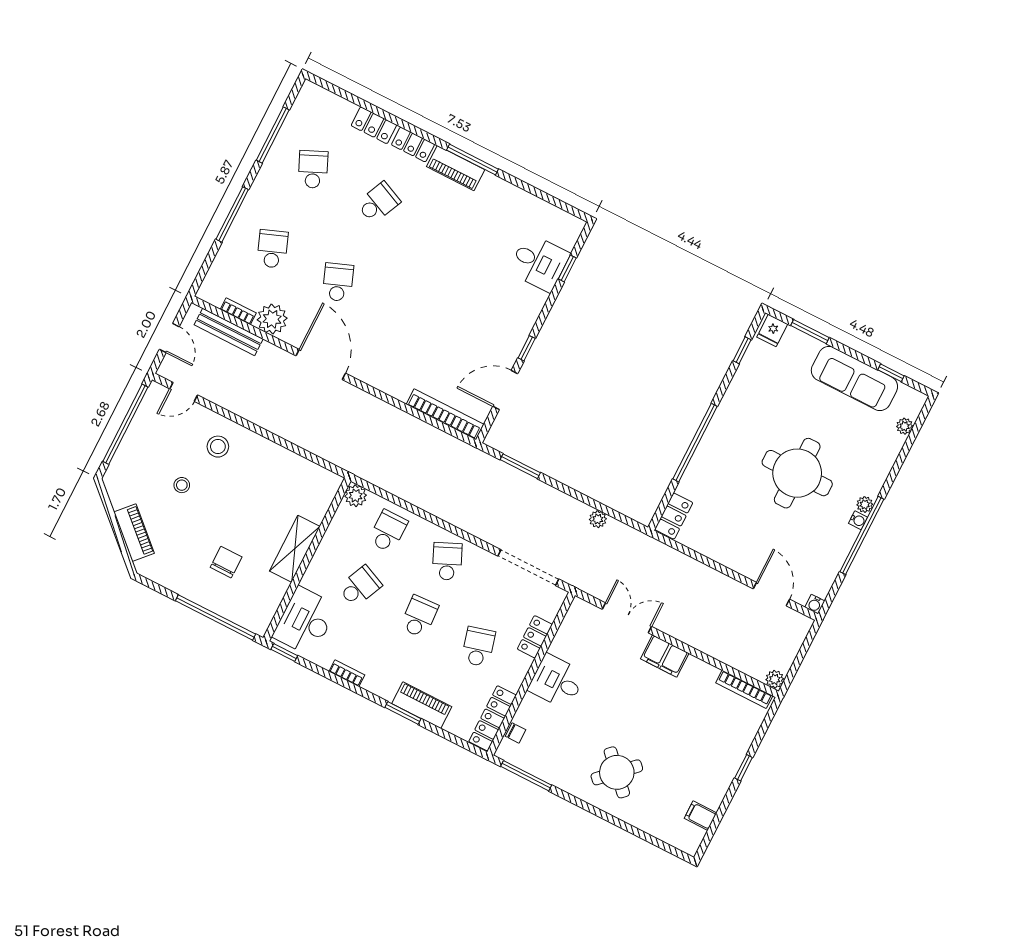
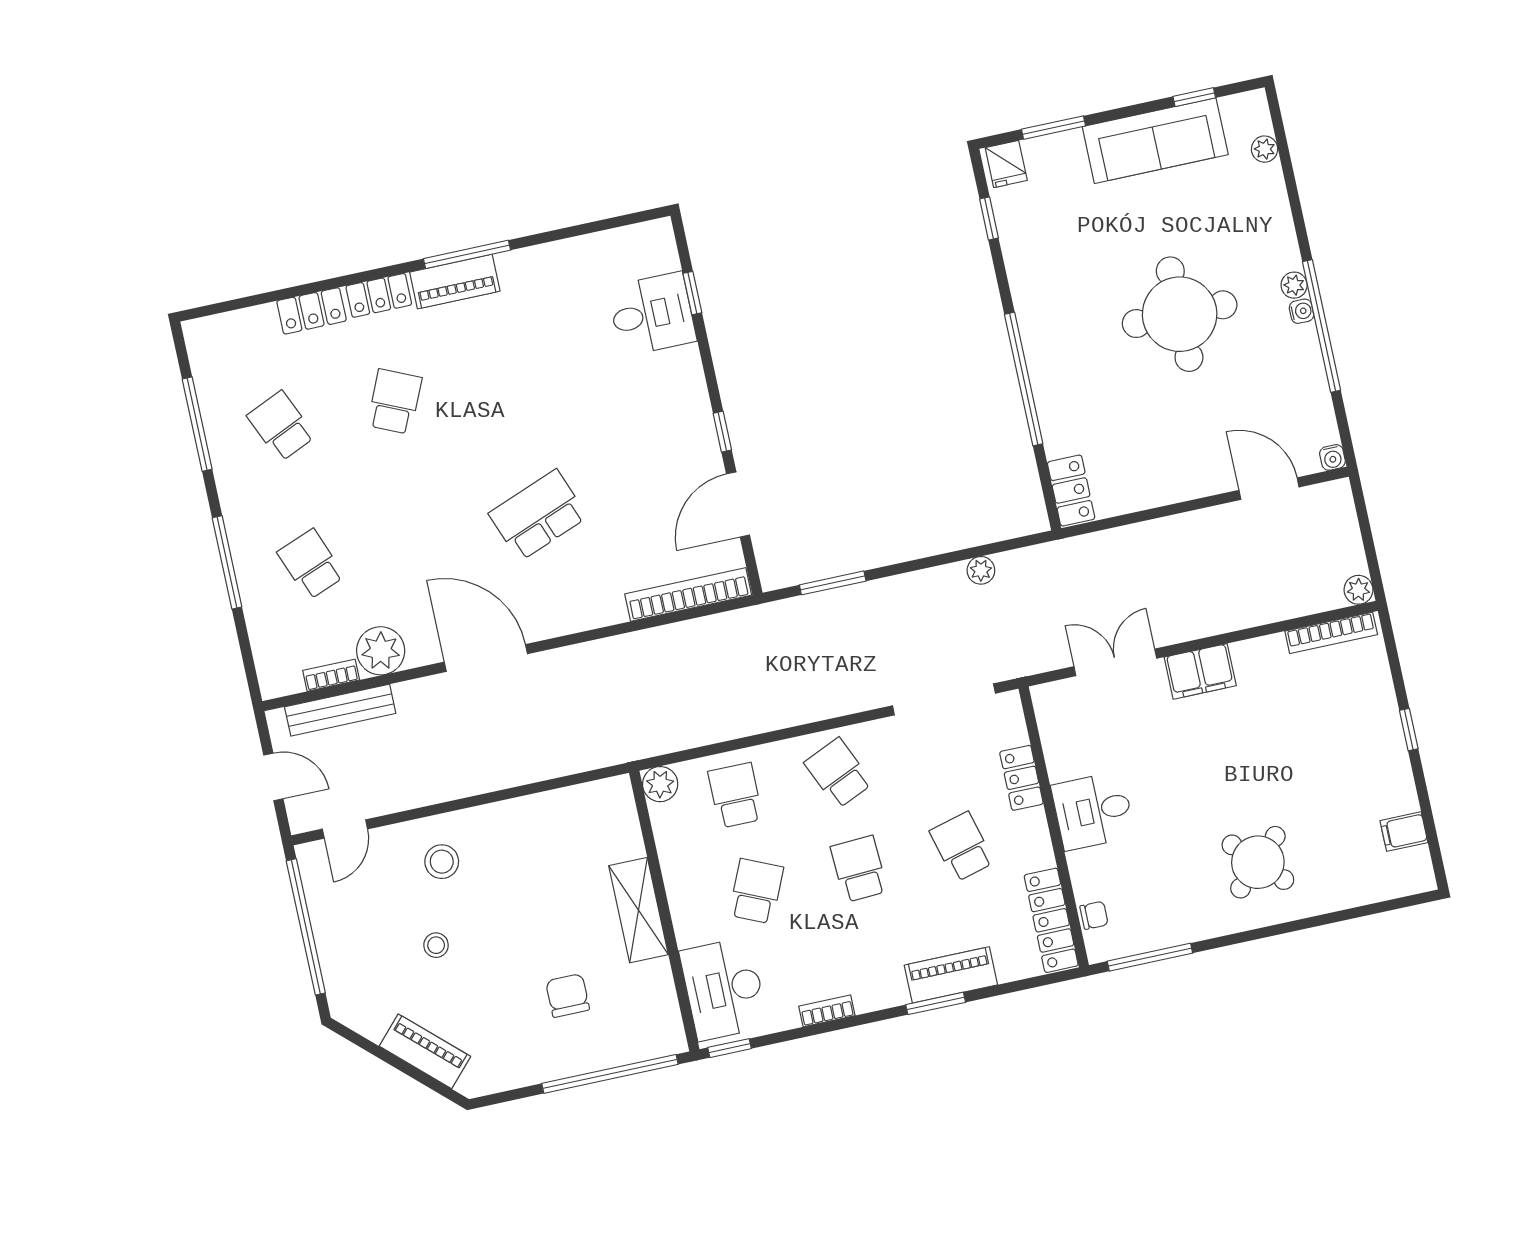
school desk: (338, 282) -> (538, 515), moved, width x1.85

